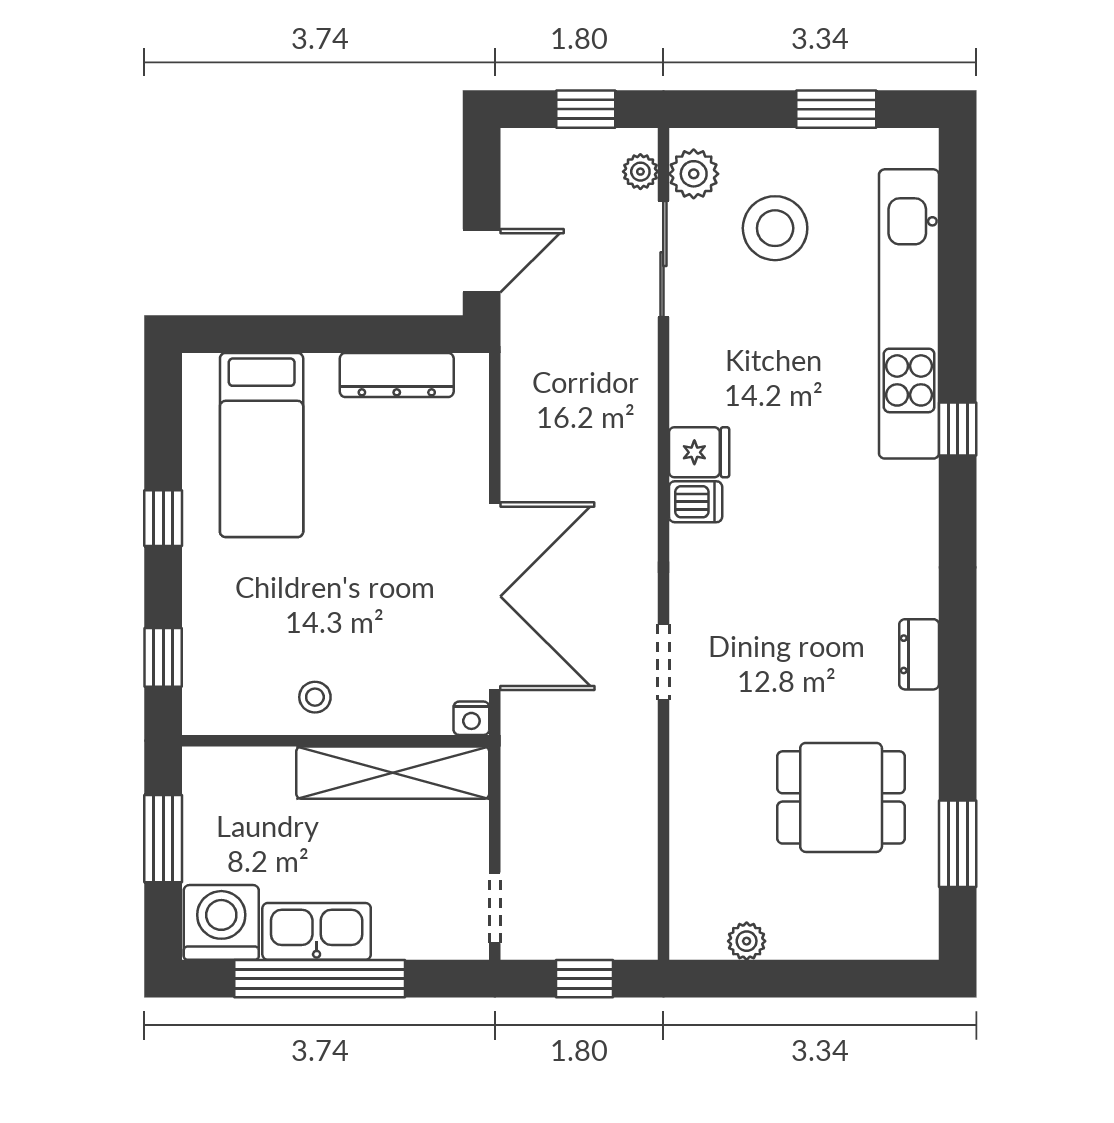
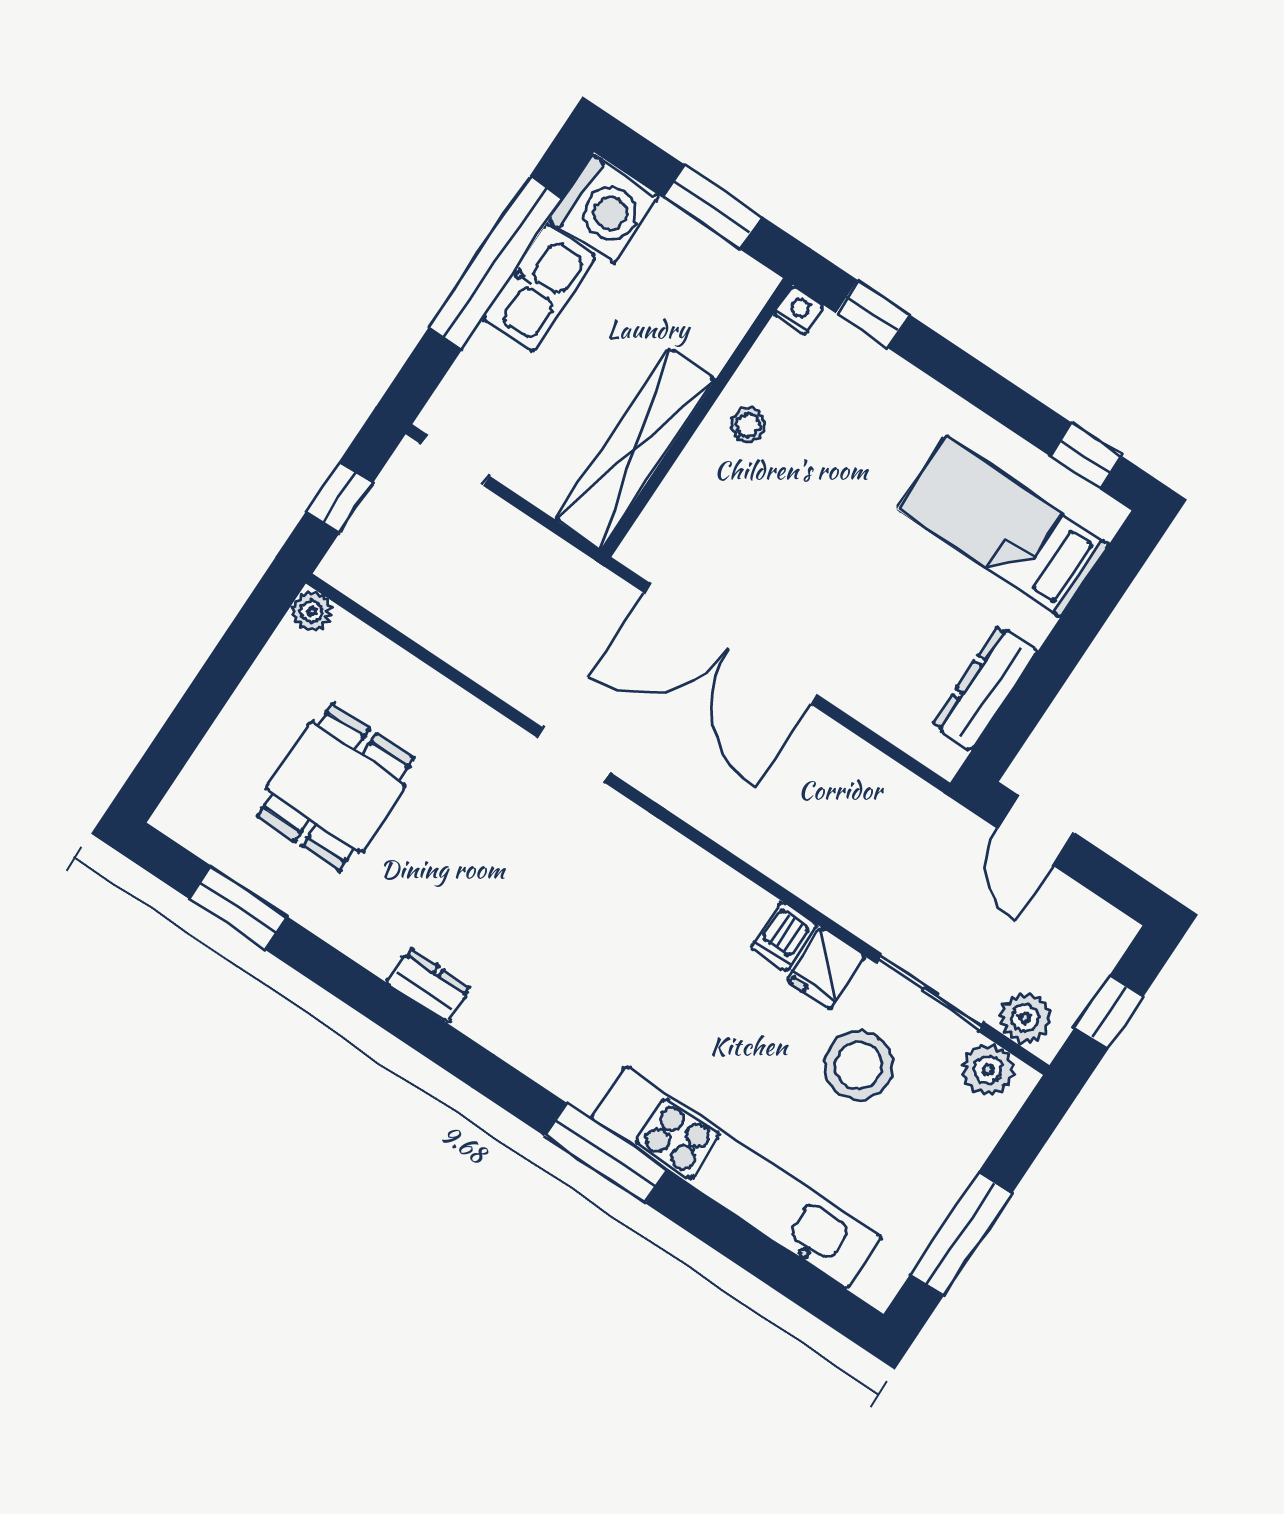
window: (836, 109) -> (961, 1234), width x1.44
plant: (640, 172) -> (1025, 1018), width x1.38, depth x1.38
stool: (775, 228) -> (859, 1065), moved
window: (958, 429) -> (606, 1153), width x2.17
fridge: (699, 452) -> (826, 969), moved
dishwasher: (696, 502) -> (784, 936), moved
window: (163, 518) -> (1086, 456), moved
nightstand: (471, 718) -> (799, 310), moved, turned 90
dining table: (841, 797) -> (336, 787), moved
plant: (747, 941) -> (311, 611), moved

